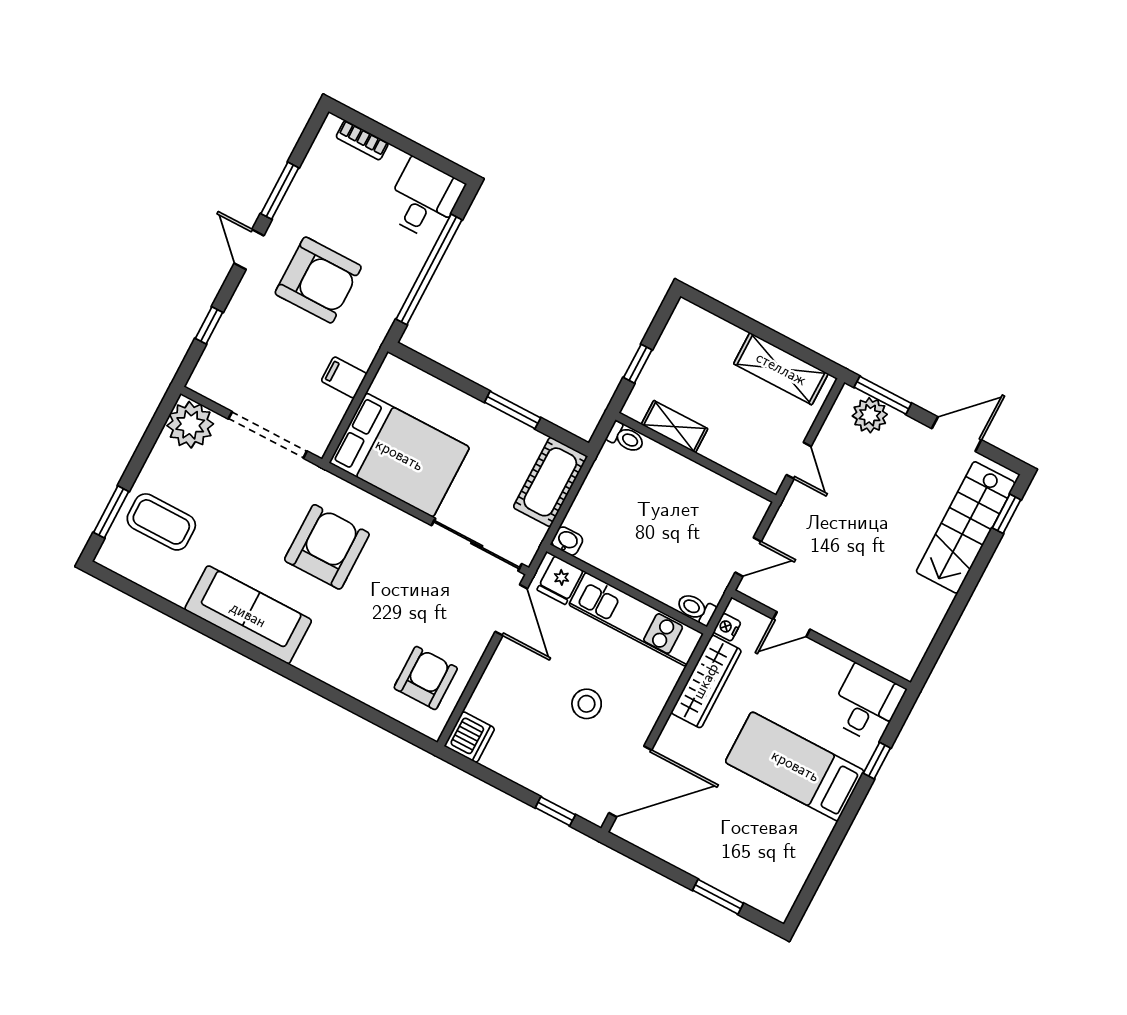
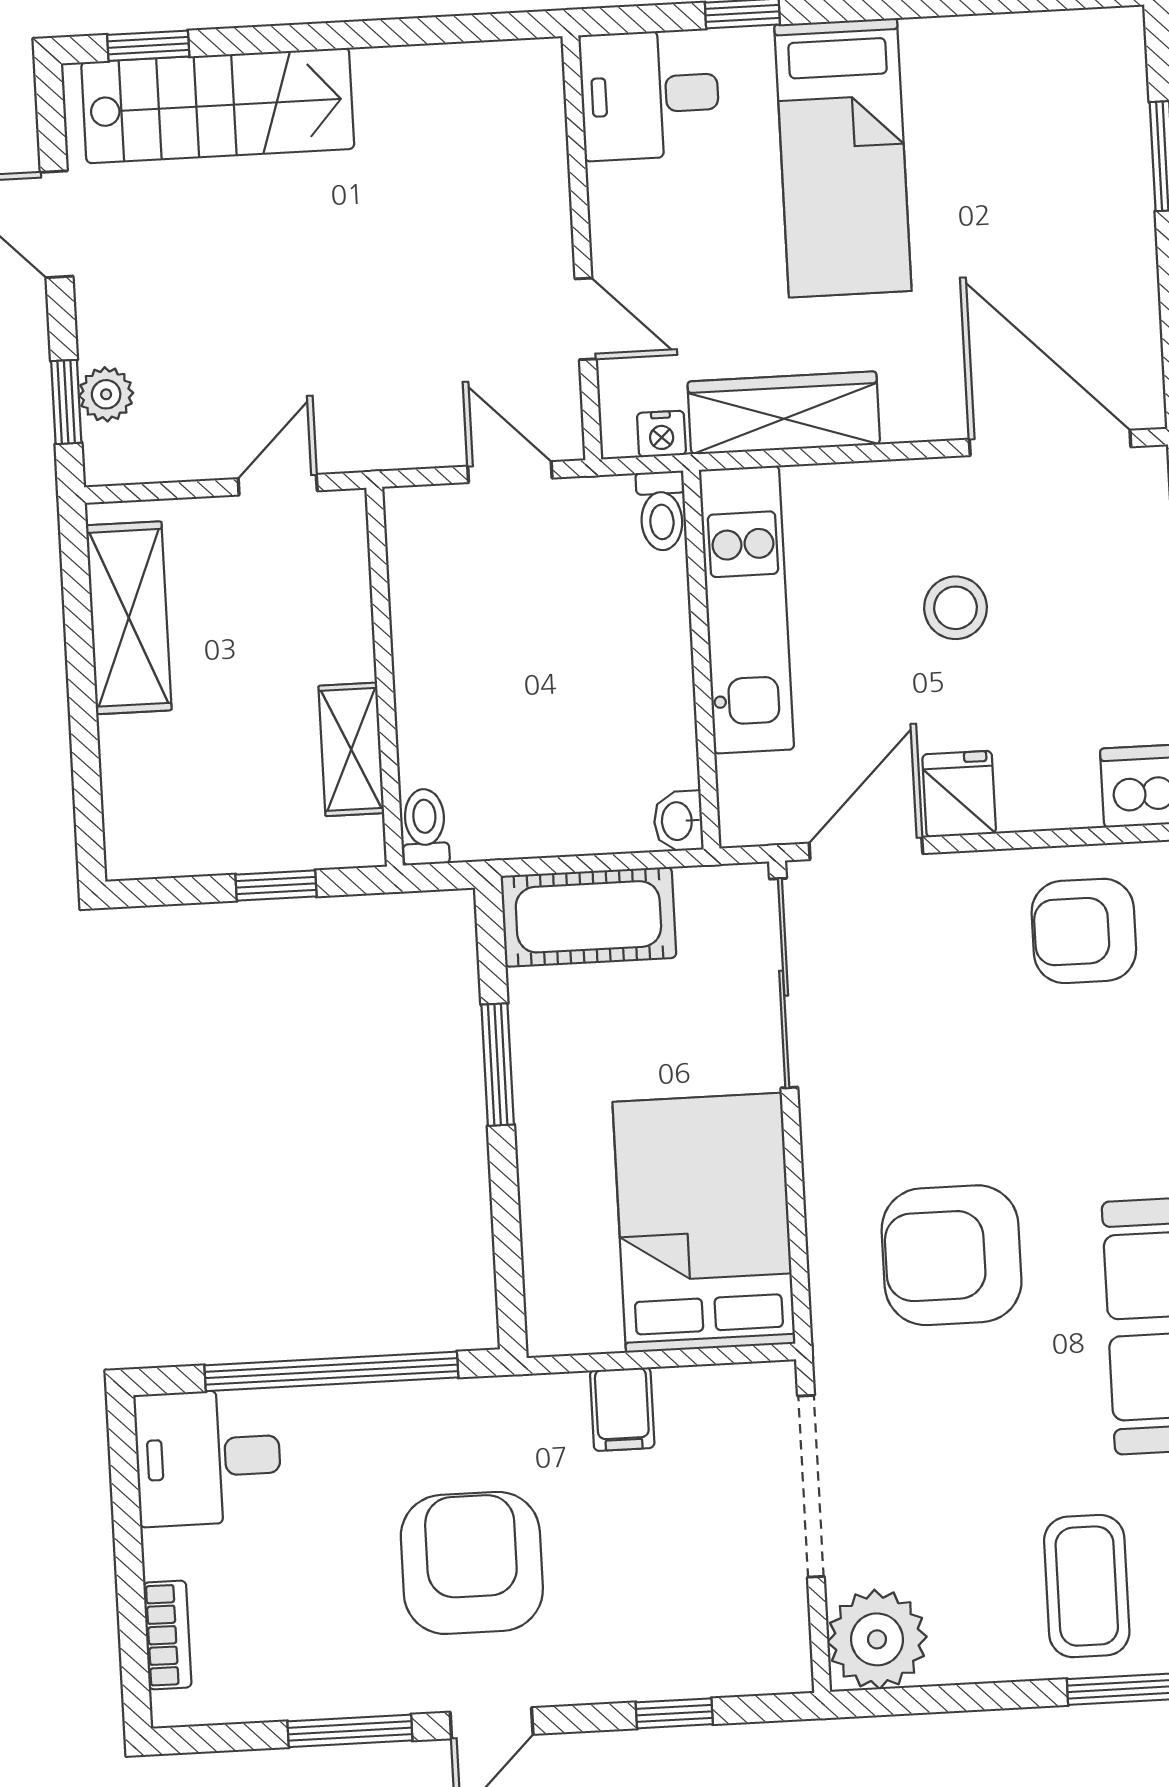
window: (883, 395) -> (66, 402), width x0.67
plant: (870, 415) -> (106, 394), width x0.73, depth x0.73
fridge: (560, 580) -> (959, 794), moved, turned -90

